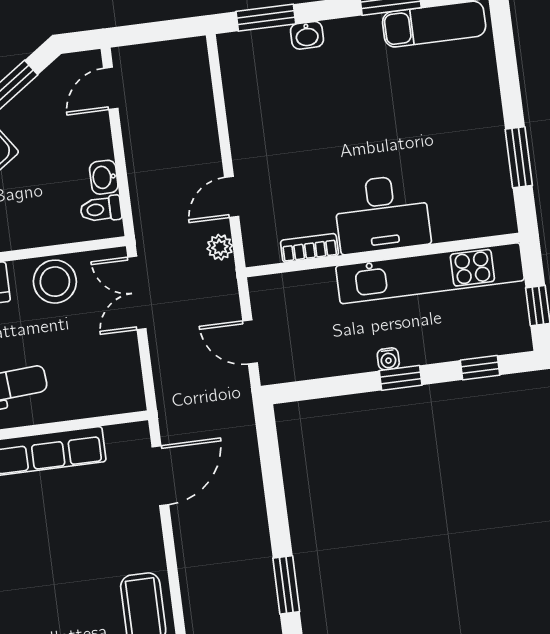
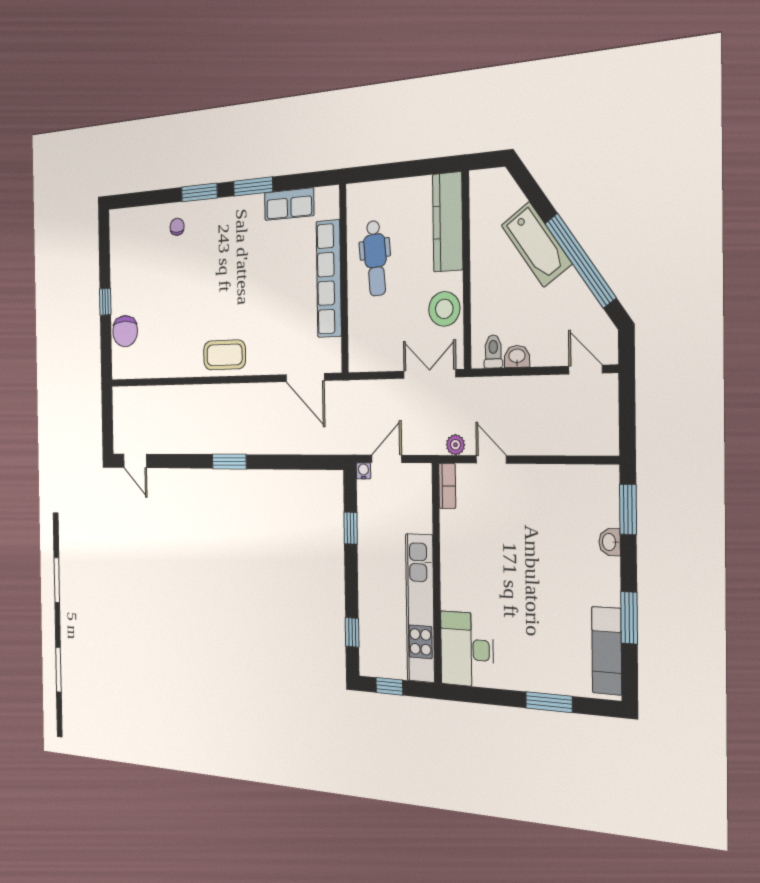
window: (519, 157) -> (549, 702), moved
desk: (382, 214) -> (467, 649), moved
bookcase: (309, 248) -> (447, 486), moved
water cooler: (388, 359) -> (363, 471), moved, turned 90
window: (401, 378) -> (351, 528), moved

